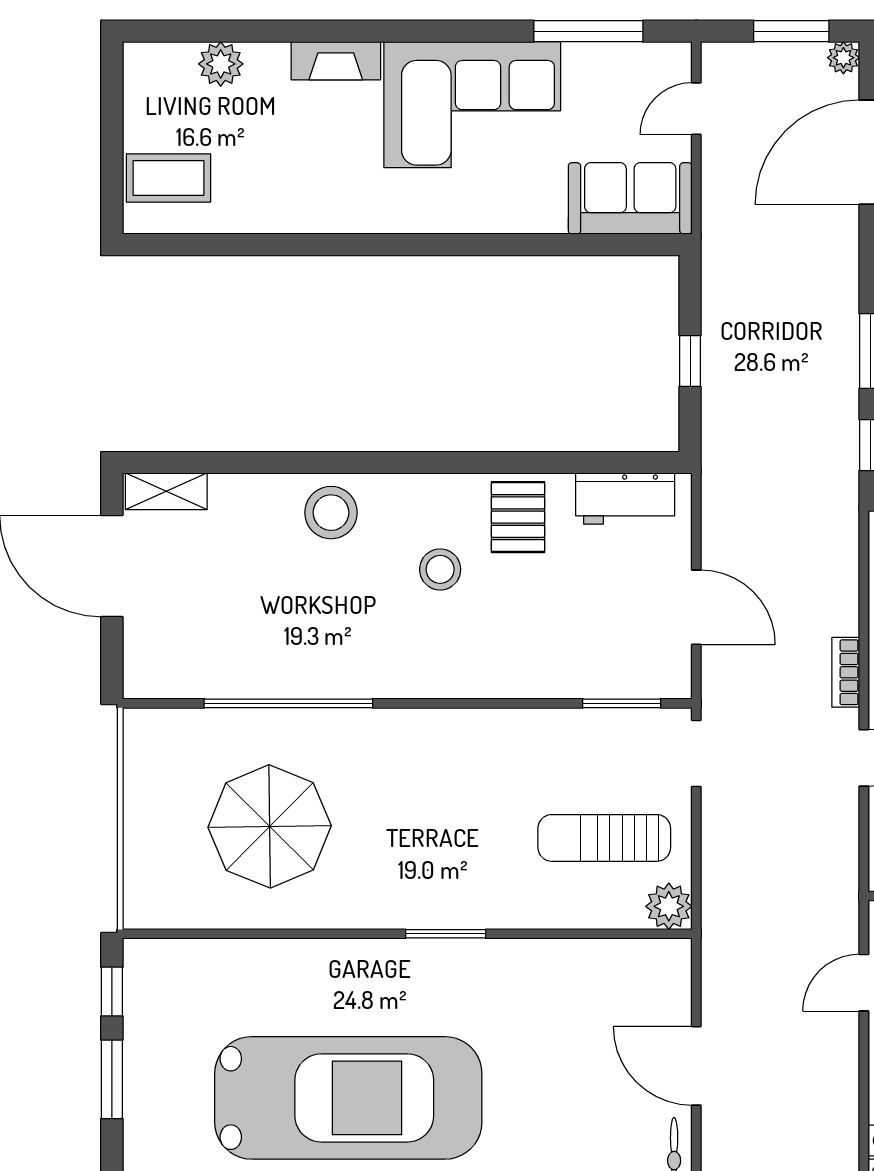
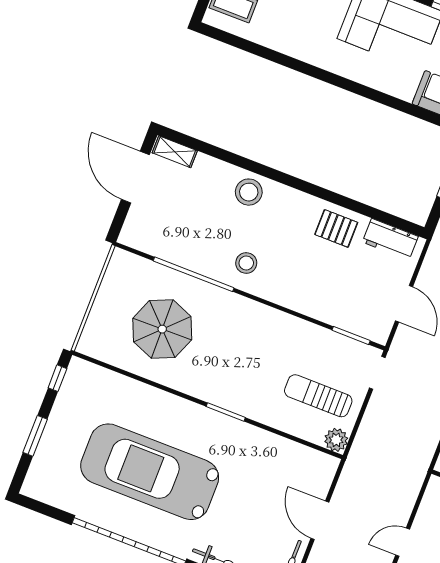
pallet: (518, 517) -> (336, 228), turned 90
stool: (440, 569) -> (246, 263), moved
door: (864, 983) -> (403, 542), moved
window: (112, 1079) -> (35, 436), moved
car: (348, 1098) -> (150, 472), turned 180

